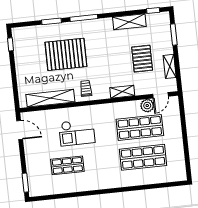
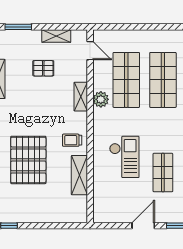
pallet: (142, 59) -> (43, 68), width x0.67, depth x0.71
shelving: (50, 98) -> (79, 175), width x0.68
plant: (147, 106) -> (101, 99), moved
door: (20, 130) -> (143, 226), moved

